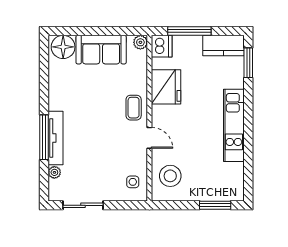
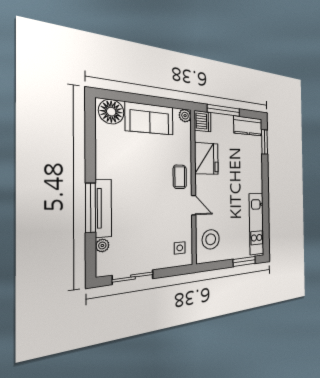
kitchen unit: (234, 125) -> (256, 224), moved

